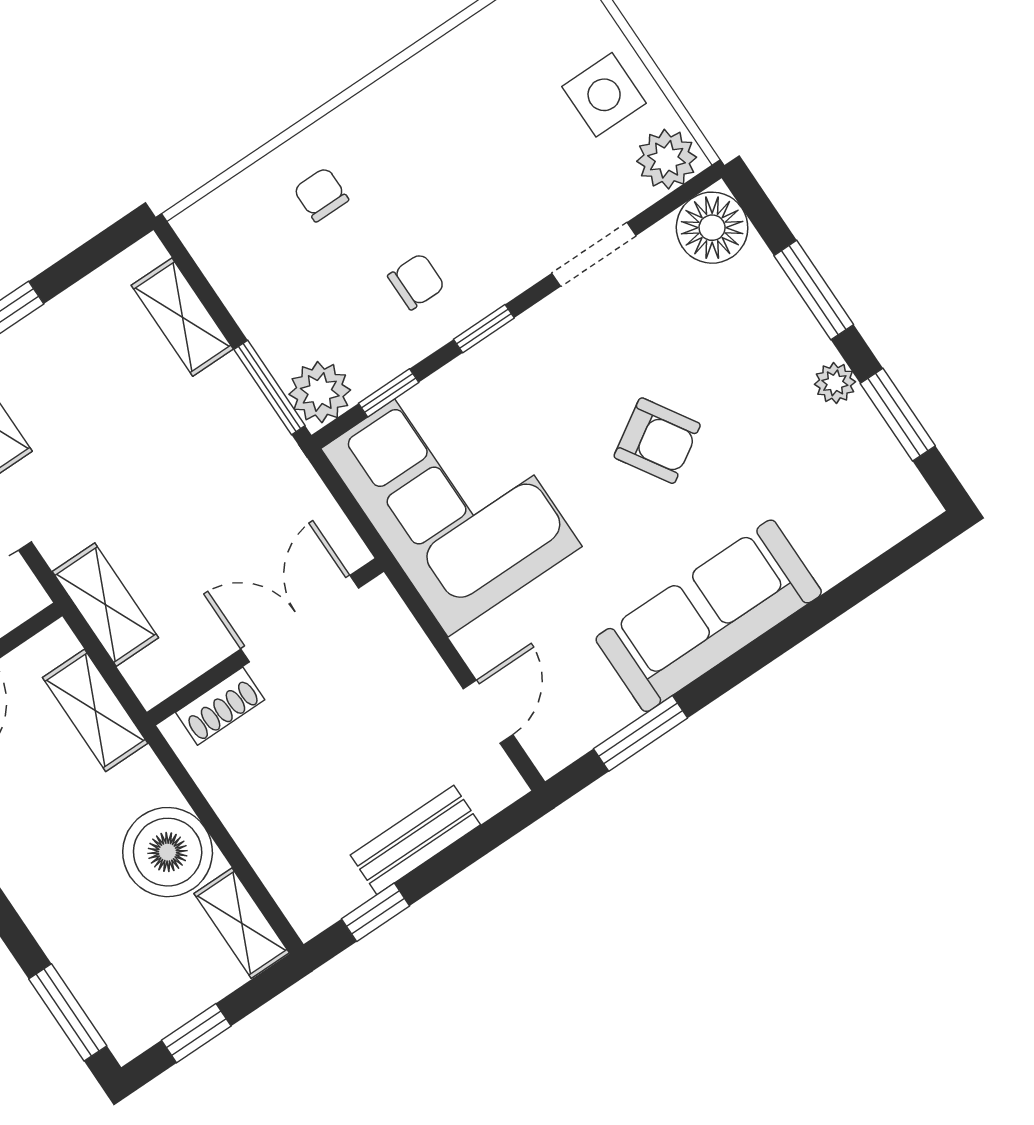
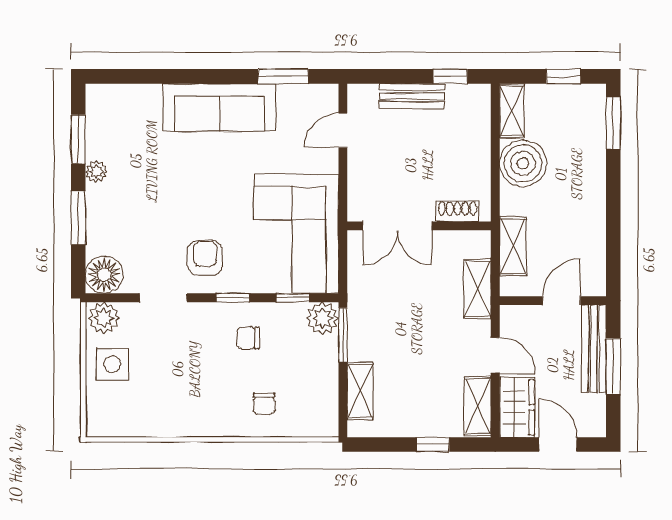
armchair: (657, 441) -> (205, 258), moved, turned 32

